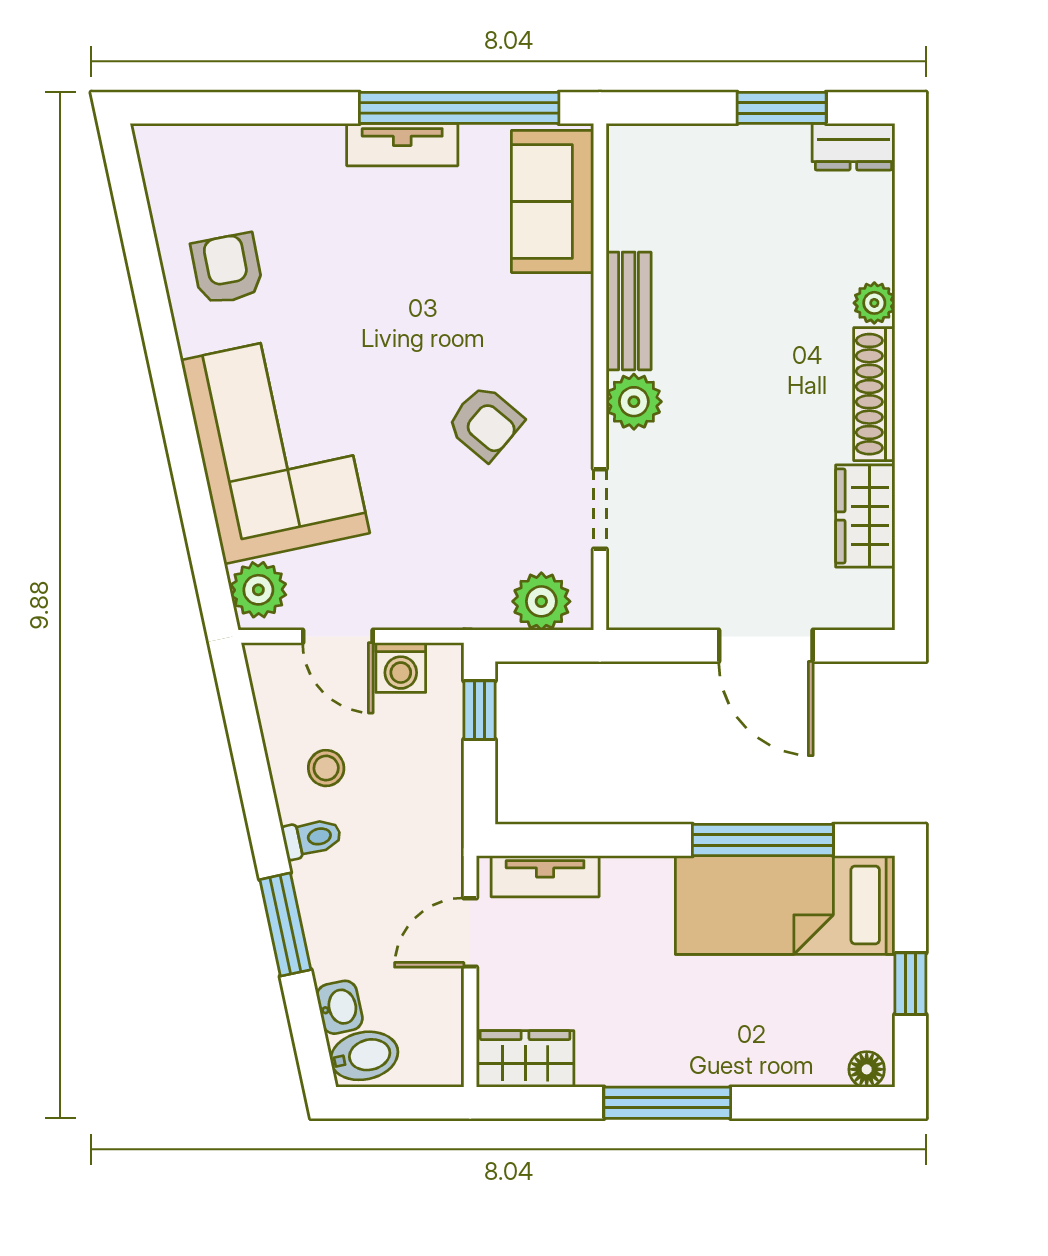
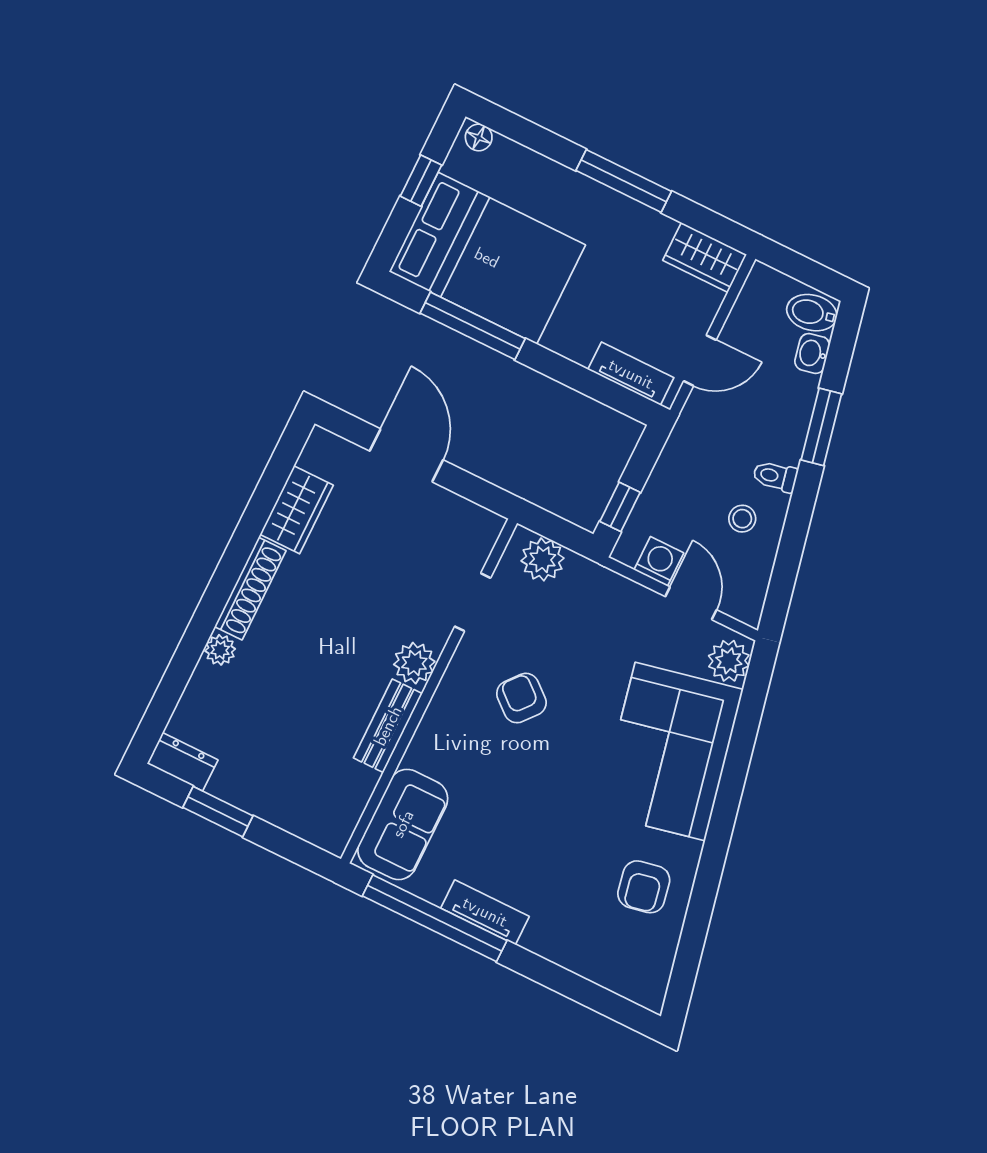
bed: (785, 905) -> (487, 258), width x1.50

